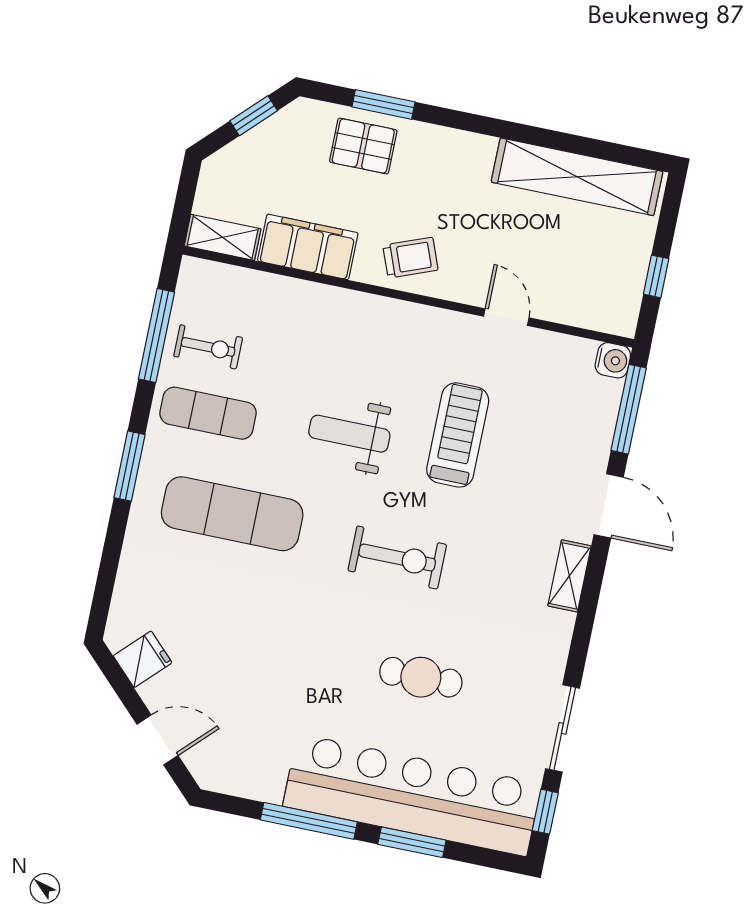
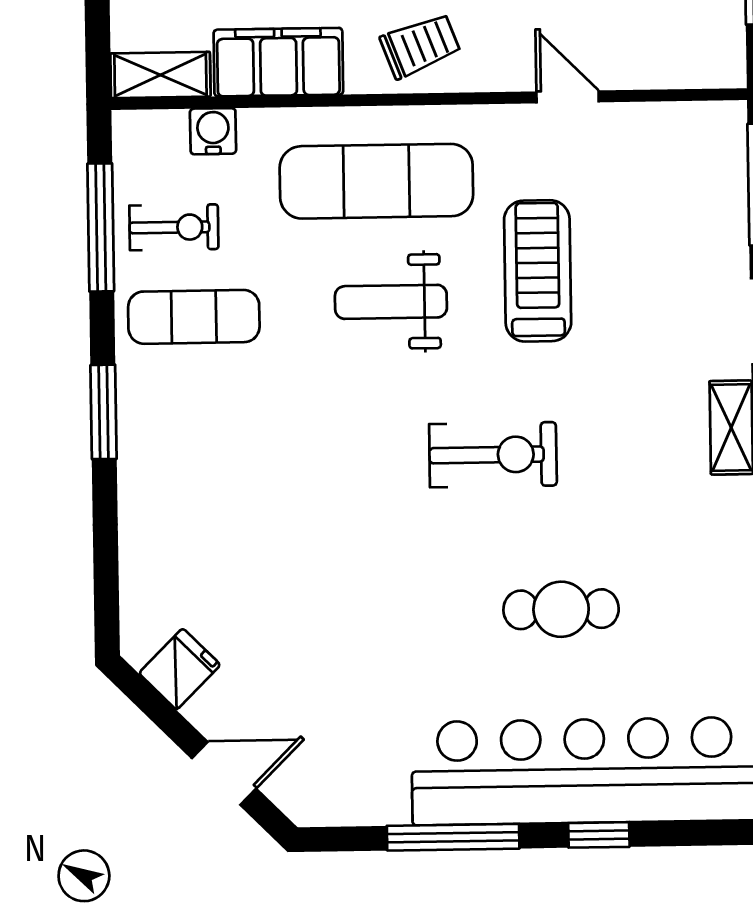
water cooler: (613, 360) -> (213, 131), moved, turned -90
exercise mat: (232, 514) -> (376, 181), moved
window: (412, 842) -> (599, 835), width x0.67

